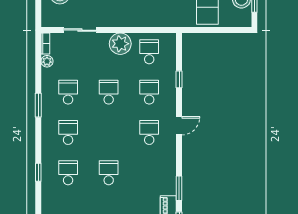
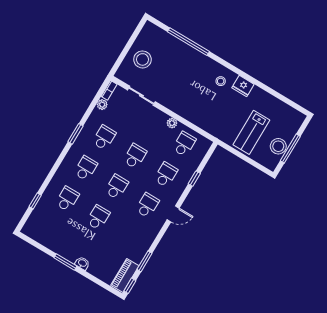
plant: (120, 44) -> (172, 123), width x0.53, depth x0.53
school desk: (109, 132) -> (117, 187), added
window: (38, 172) -> (35, 201), moved

